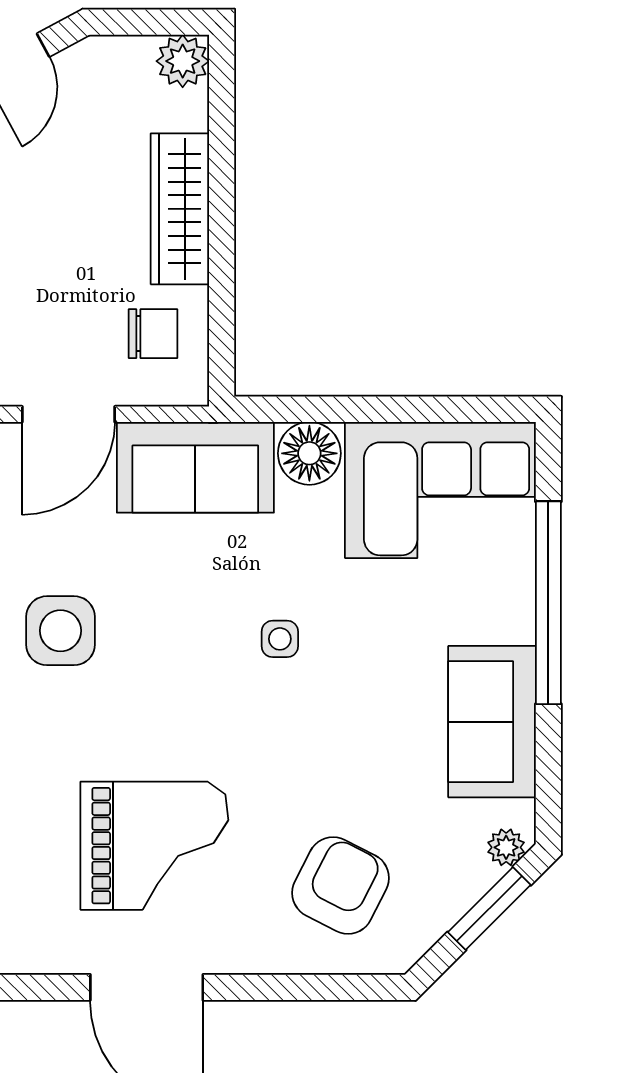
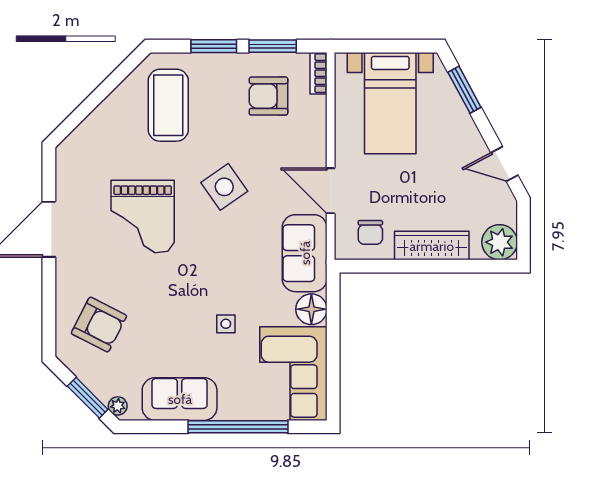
plant: (183, 61) -> (500, 242), width x1.36, depth x1.36
side table: (60, 631) -> (224, 187), turned -35
side table: (280, 639) -> (226, 324), moved
grand piano: (154, 846) -> (143, 216), moved

